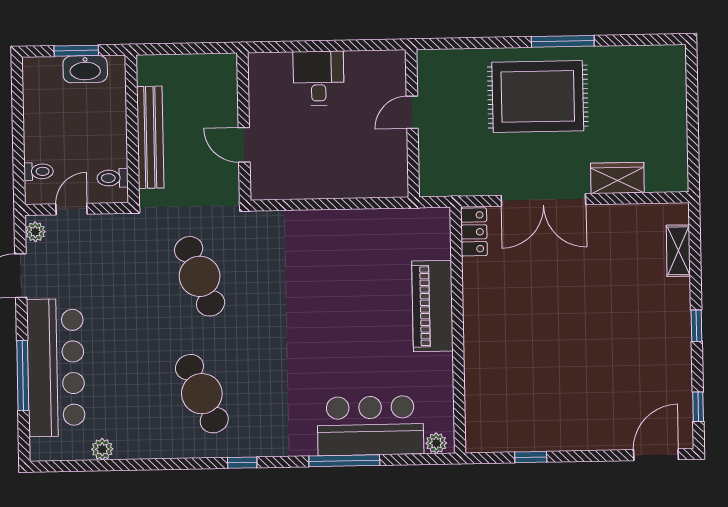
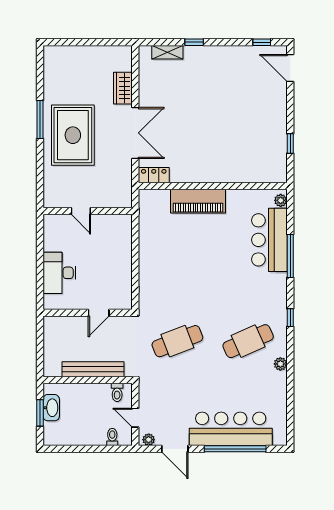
desk: (318, 78) -> (59, 273), width x1.37
window: (696, 326) -> (194, 42), moved
window: (23, 376) -> (235, 449), width x1.46
plant: (102, 449) -> (280, 364), moved

